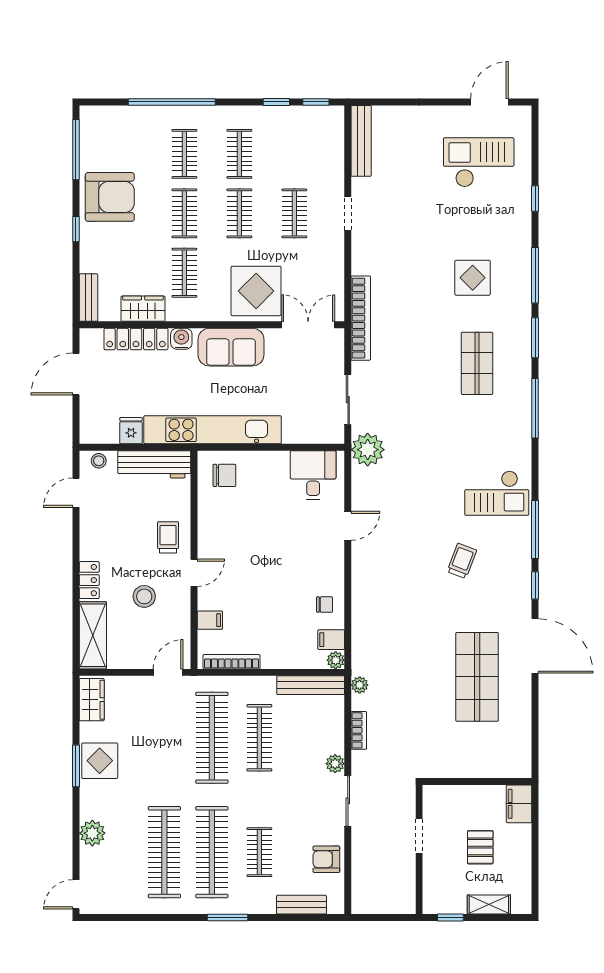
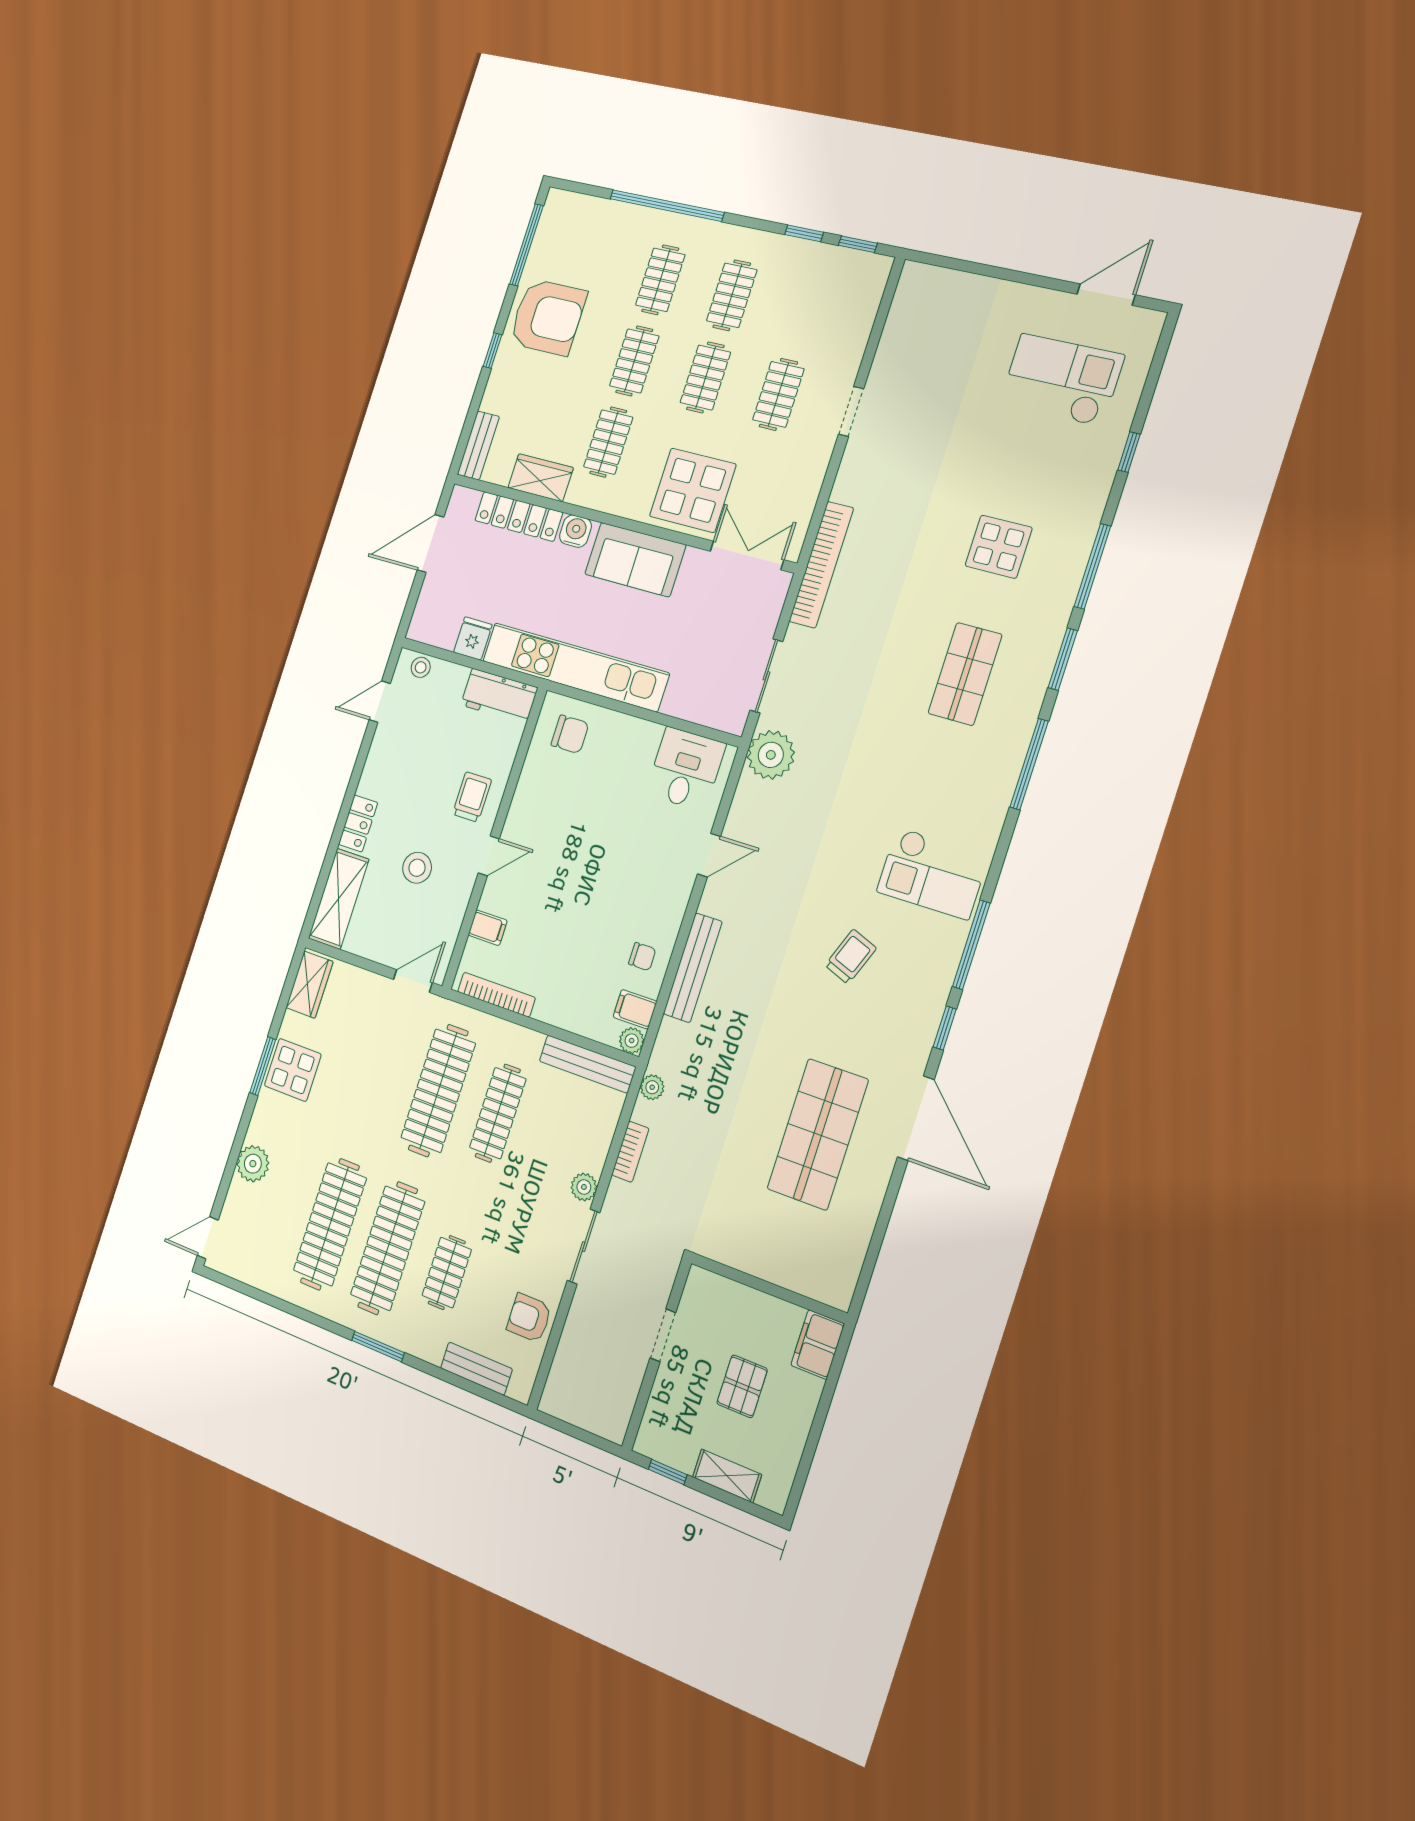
bench: (361, 141) -> (693, 968), moved
workbench: (154, 464) -> (499, 696), width x0.73

